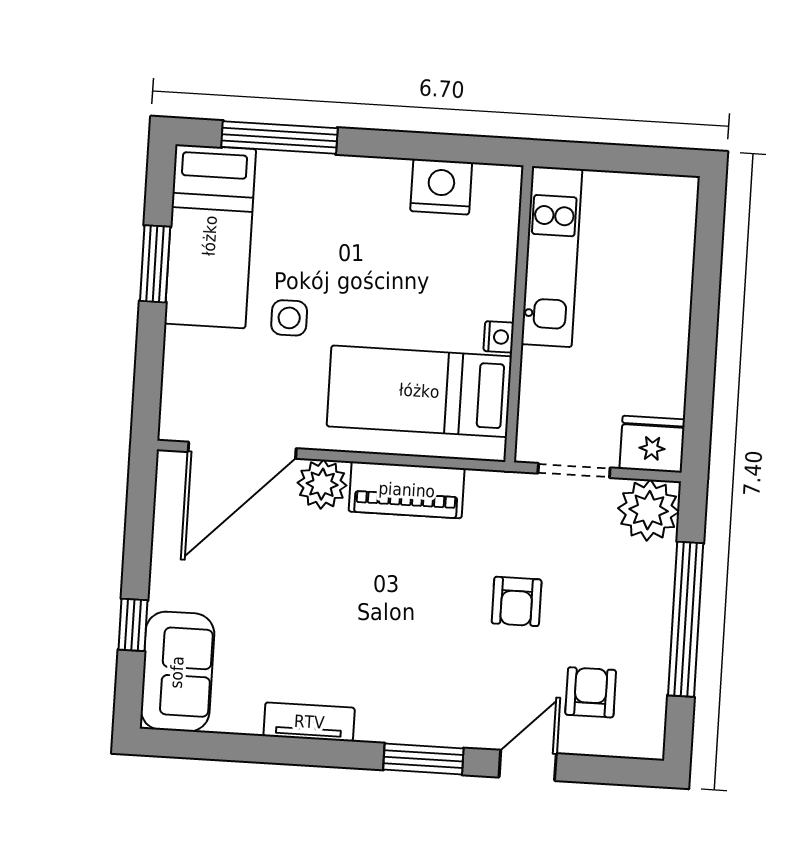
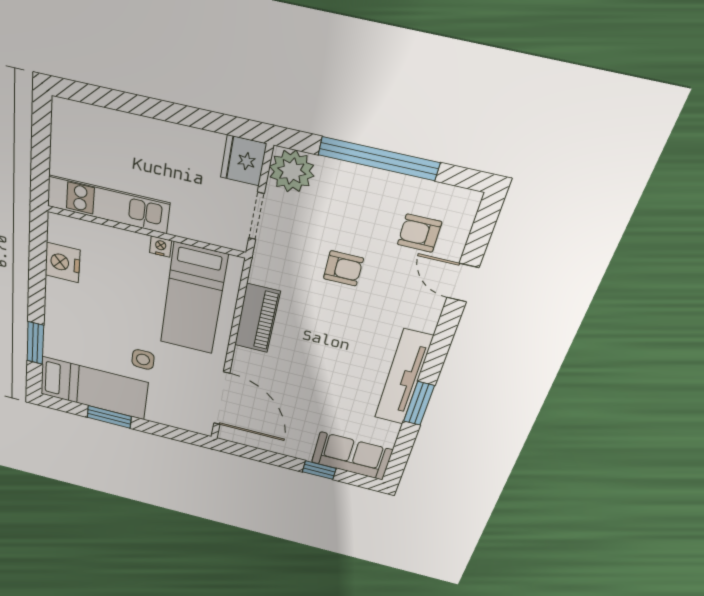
window: (279, 138) -> (35, 343), width x0.69
plant: (322, 484) -> (247, 363), removed
tv unit: (309, 722) -> (403, 378), width x1.92, depth x1.29
window: (423, 759) -> (419, 403), moved

